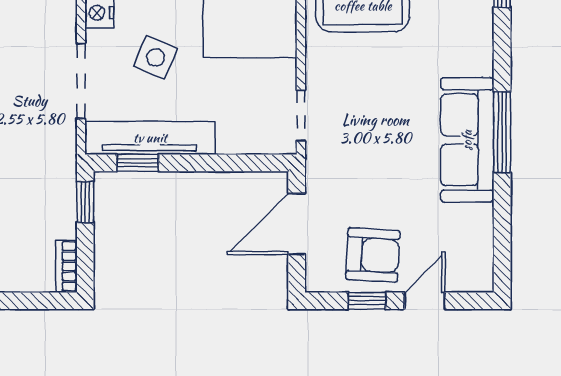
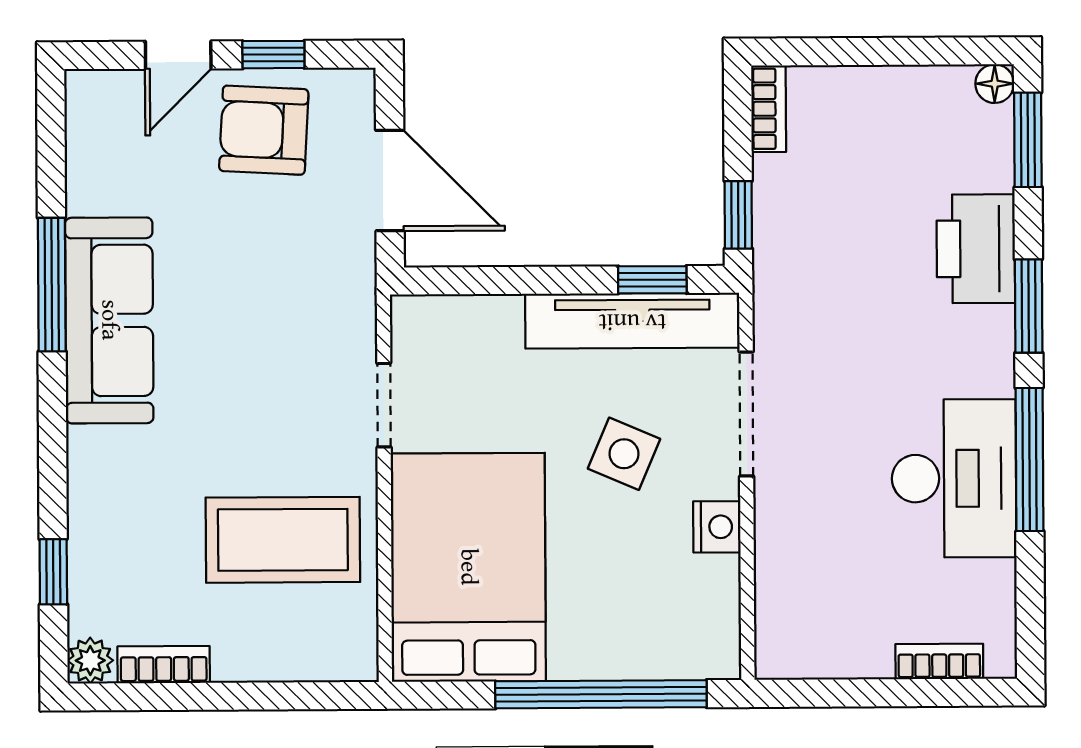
doorway: (301, 116) -> (384, 405), moved
window: (502, 132) -> (52, 285), moved
door: (297, 224) -> (390, 180), hinge flipped

